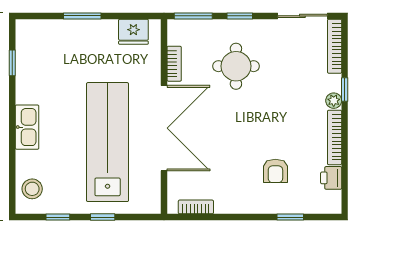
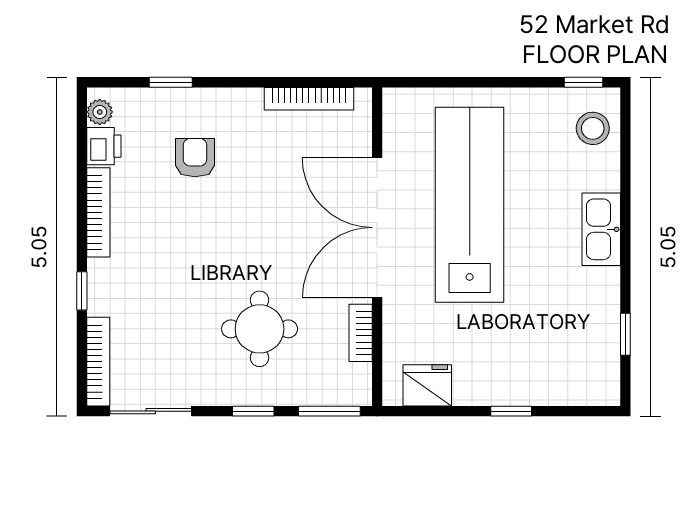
window: (82, 16) -> (511, 411), width x0.67
plant: (334, 101) -> (100, 112), moved
lab bench: (108, 142) -> (470, 205), turned 180
bookcase: (196, 207) -> (309, 99), width x1.56
window: (58, 217) -> (584, 82), moved
window: (103, 217) -> (478, 82), removed

